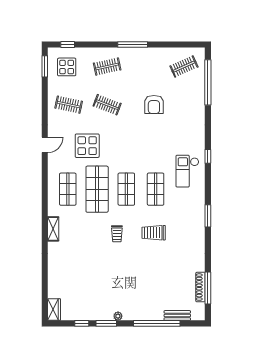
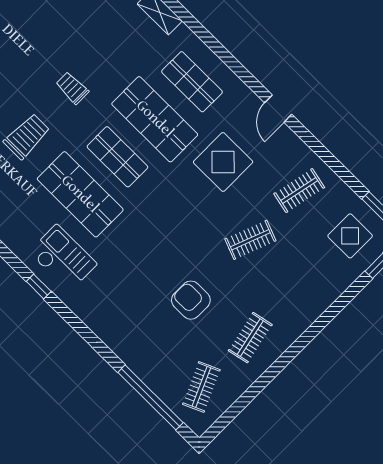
window: (133, 45) -> (295, 349), removed
clothes rail: (107, 67) -> (250, 338), moved
window: (208, 156) -> (39, 286), moved
shop shelf: (156, 189) -> (80, 194), width x1.43, depth x1.36

